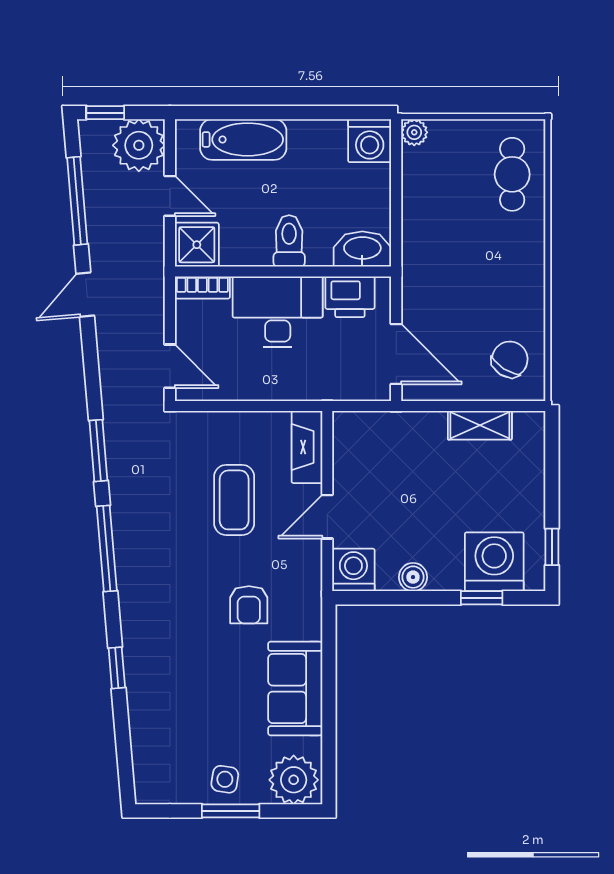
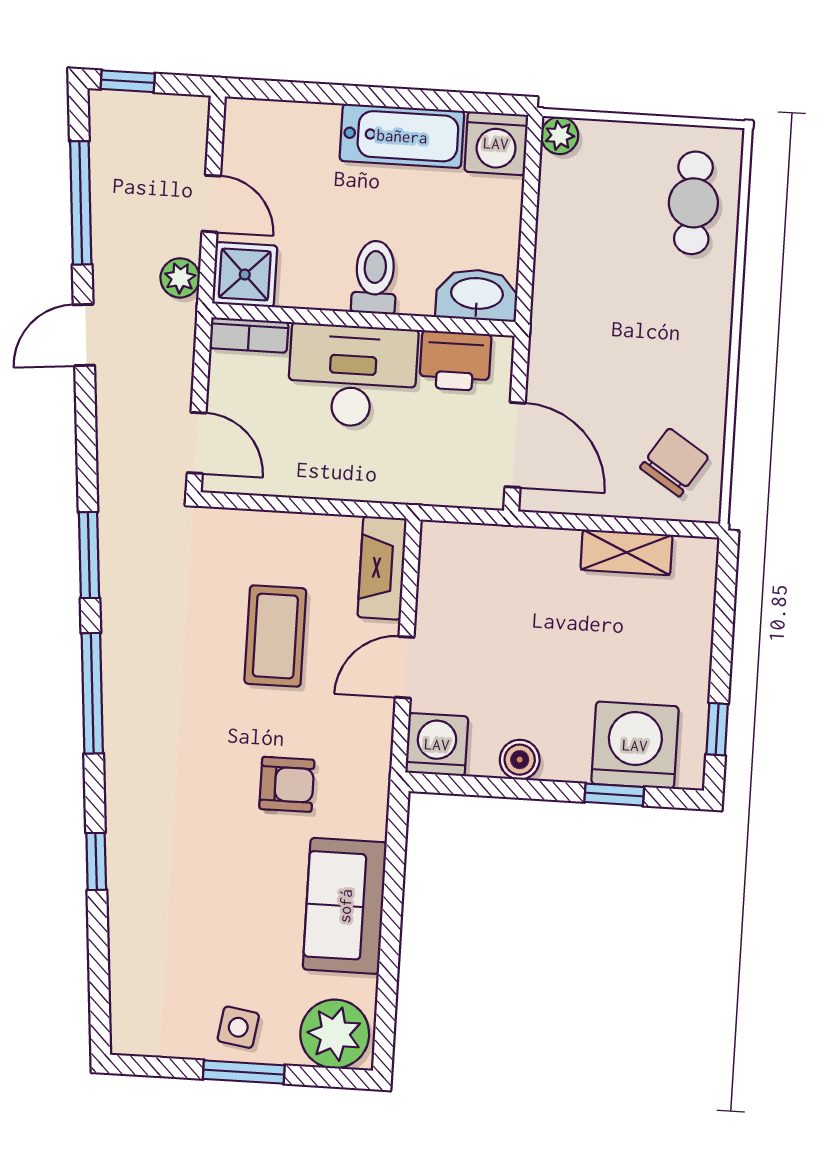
bathtub: (243, 139) -> (402, 136), moved
plant: (139, 145) -> (180, 278), moved, width x0.53, depth x0.53
armchair: (249, 605) -> (287, 784), turned -90

